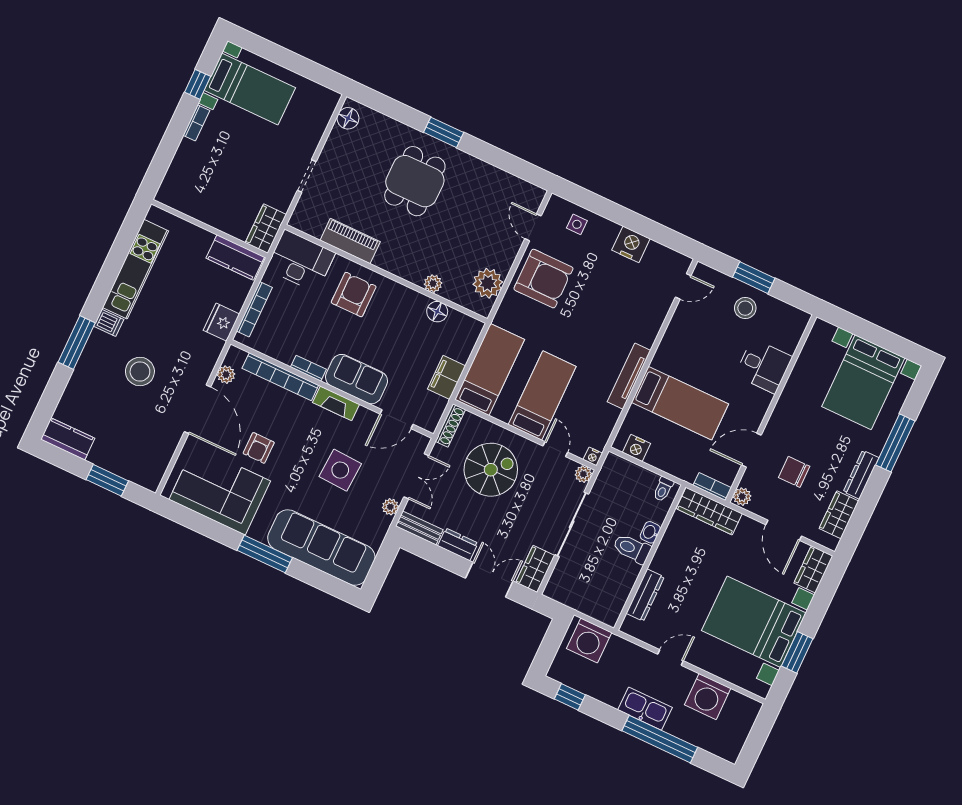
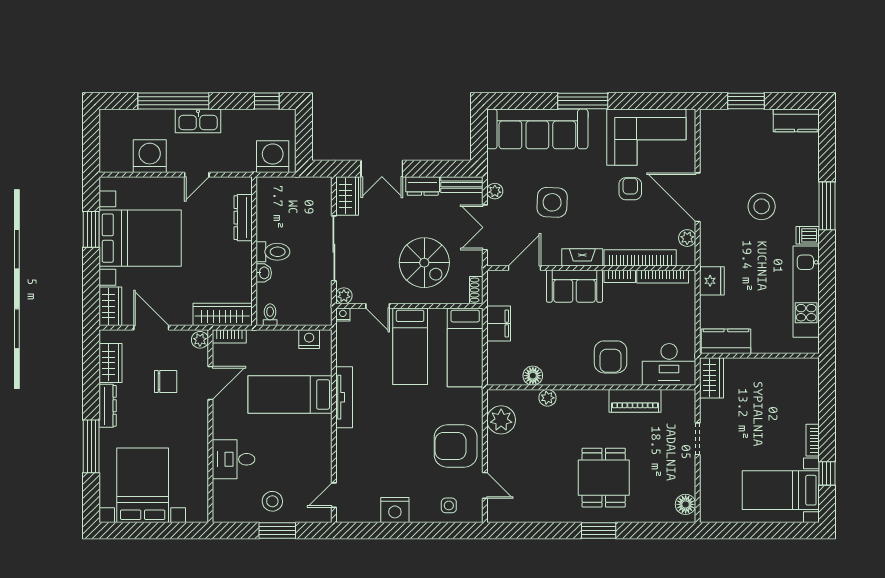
bookcase: (254, 309) -> (663, 277), moved, turned -90
shoe rack: (450, 425) -> (476, 290), width x0.70
spiral stairs: (491, 470) -> (424, 263), turned -90

